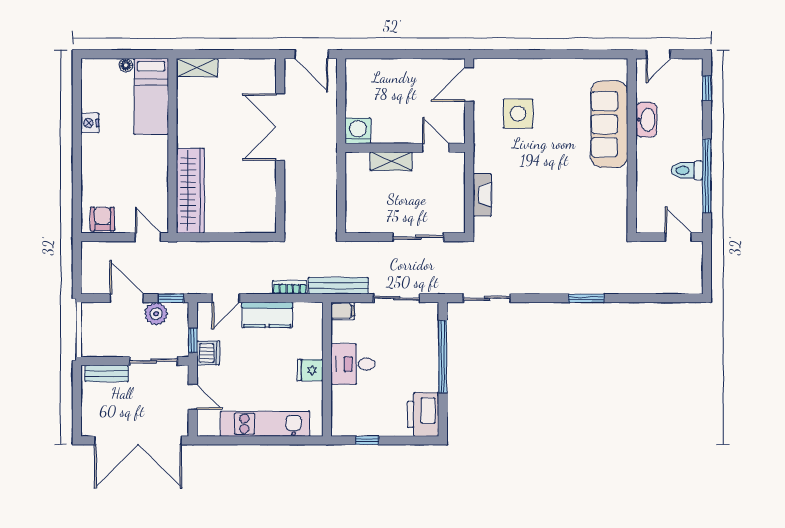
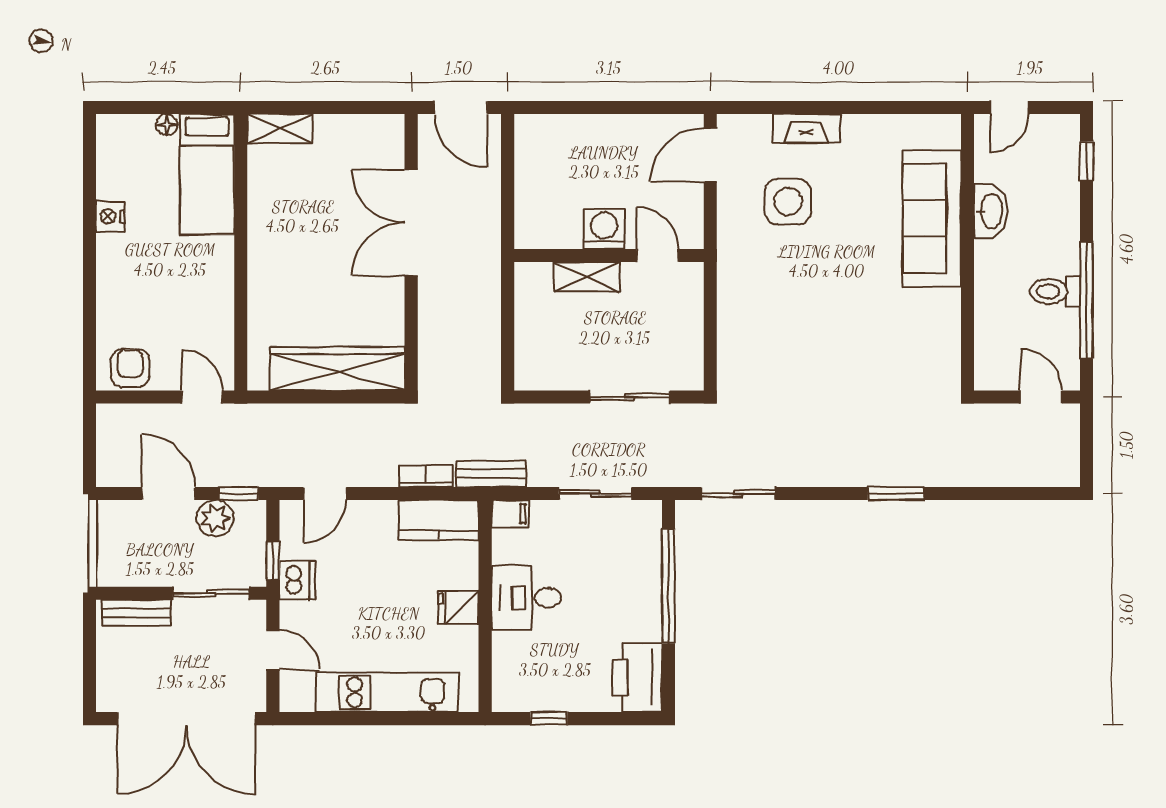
washing machine: (358, 131) -> (604, 229), moved
wardrobe: (190, 191) -> (337, 369), moved, turned -90
fireplace: (482, 195) -> (806, 128), moved, turned 90
bench: (338, 286) -> (491, 474), width x0.73
kitchen counter: (267, 315) -> (439, 520), moved

